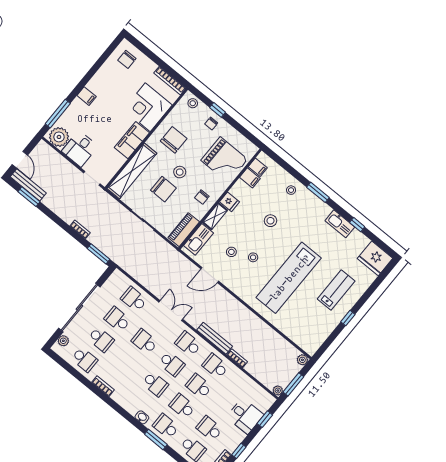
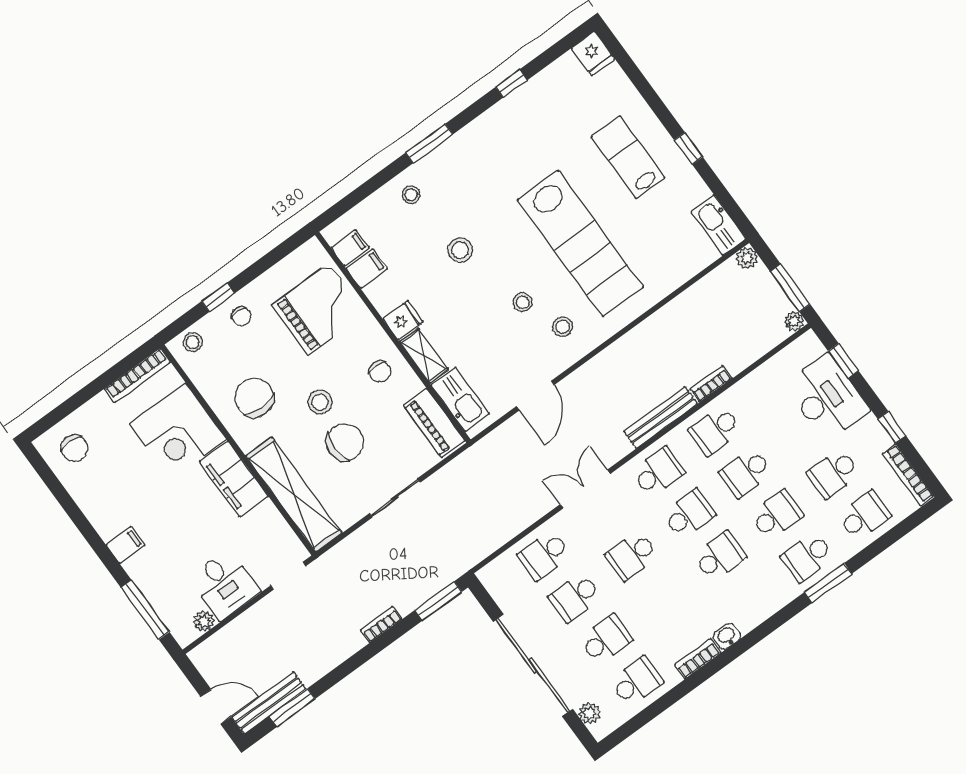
plant: (59, 137) -> (204, 621), width x0.53, depth x0.53
kitchen sink: (340, 224) -> (718, 225), moved, turned 90
stool: (231, 252) -> (563, 327), moved
fridge: (375, 258) -> (593, 53), width x0.53, depth x0.75
school desk: (188, 344) -> (658, 472), turned 180
school desk: (182, 406) -> (777, 515), turned 180
desk: (245, 416) -> (827, 398), width x1.37
washbasin: (142, 417) -> (727, 636), moved

